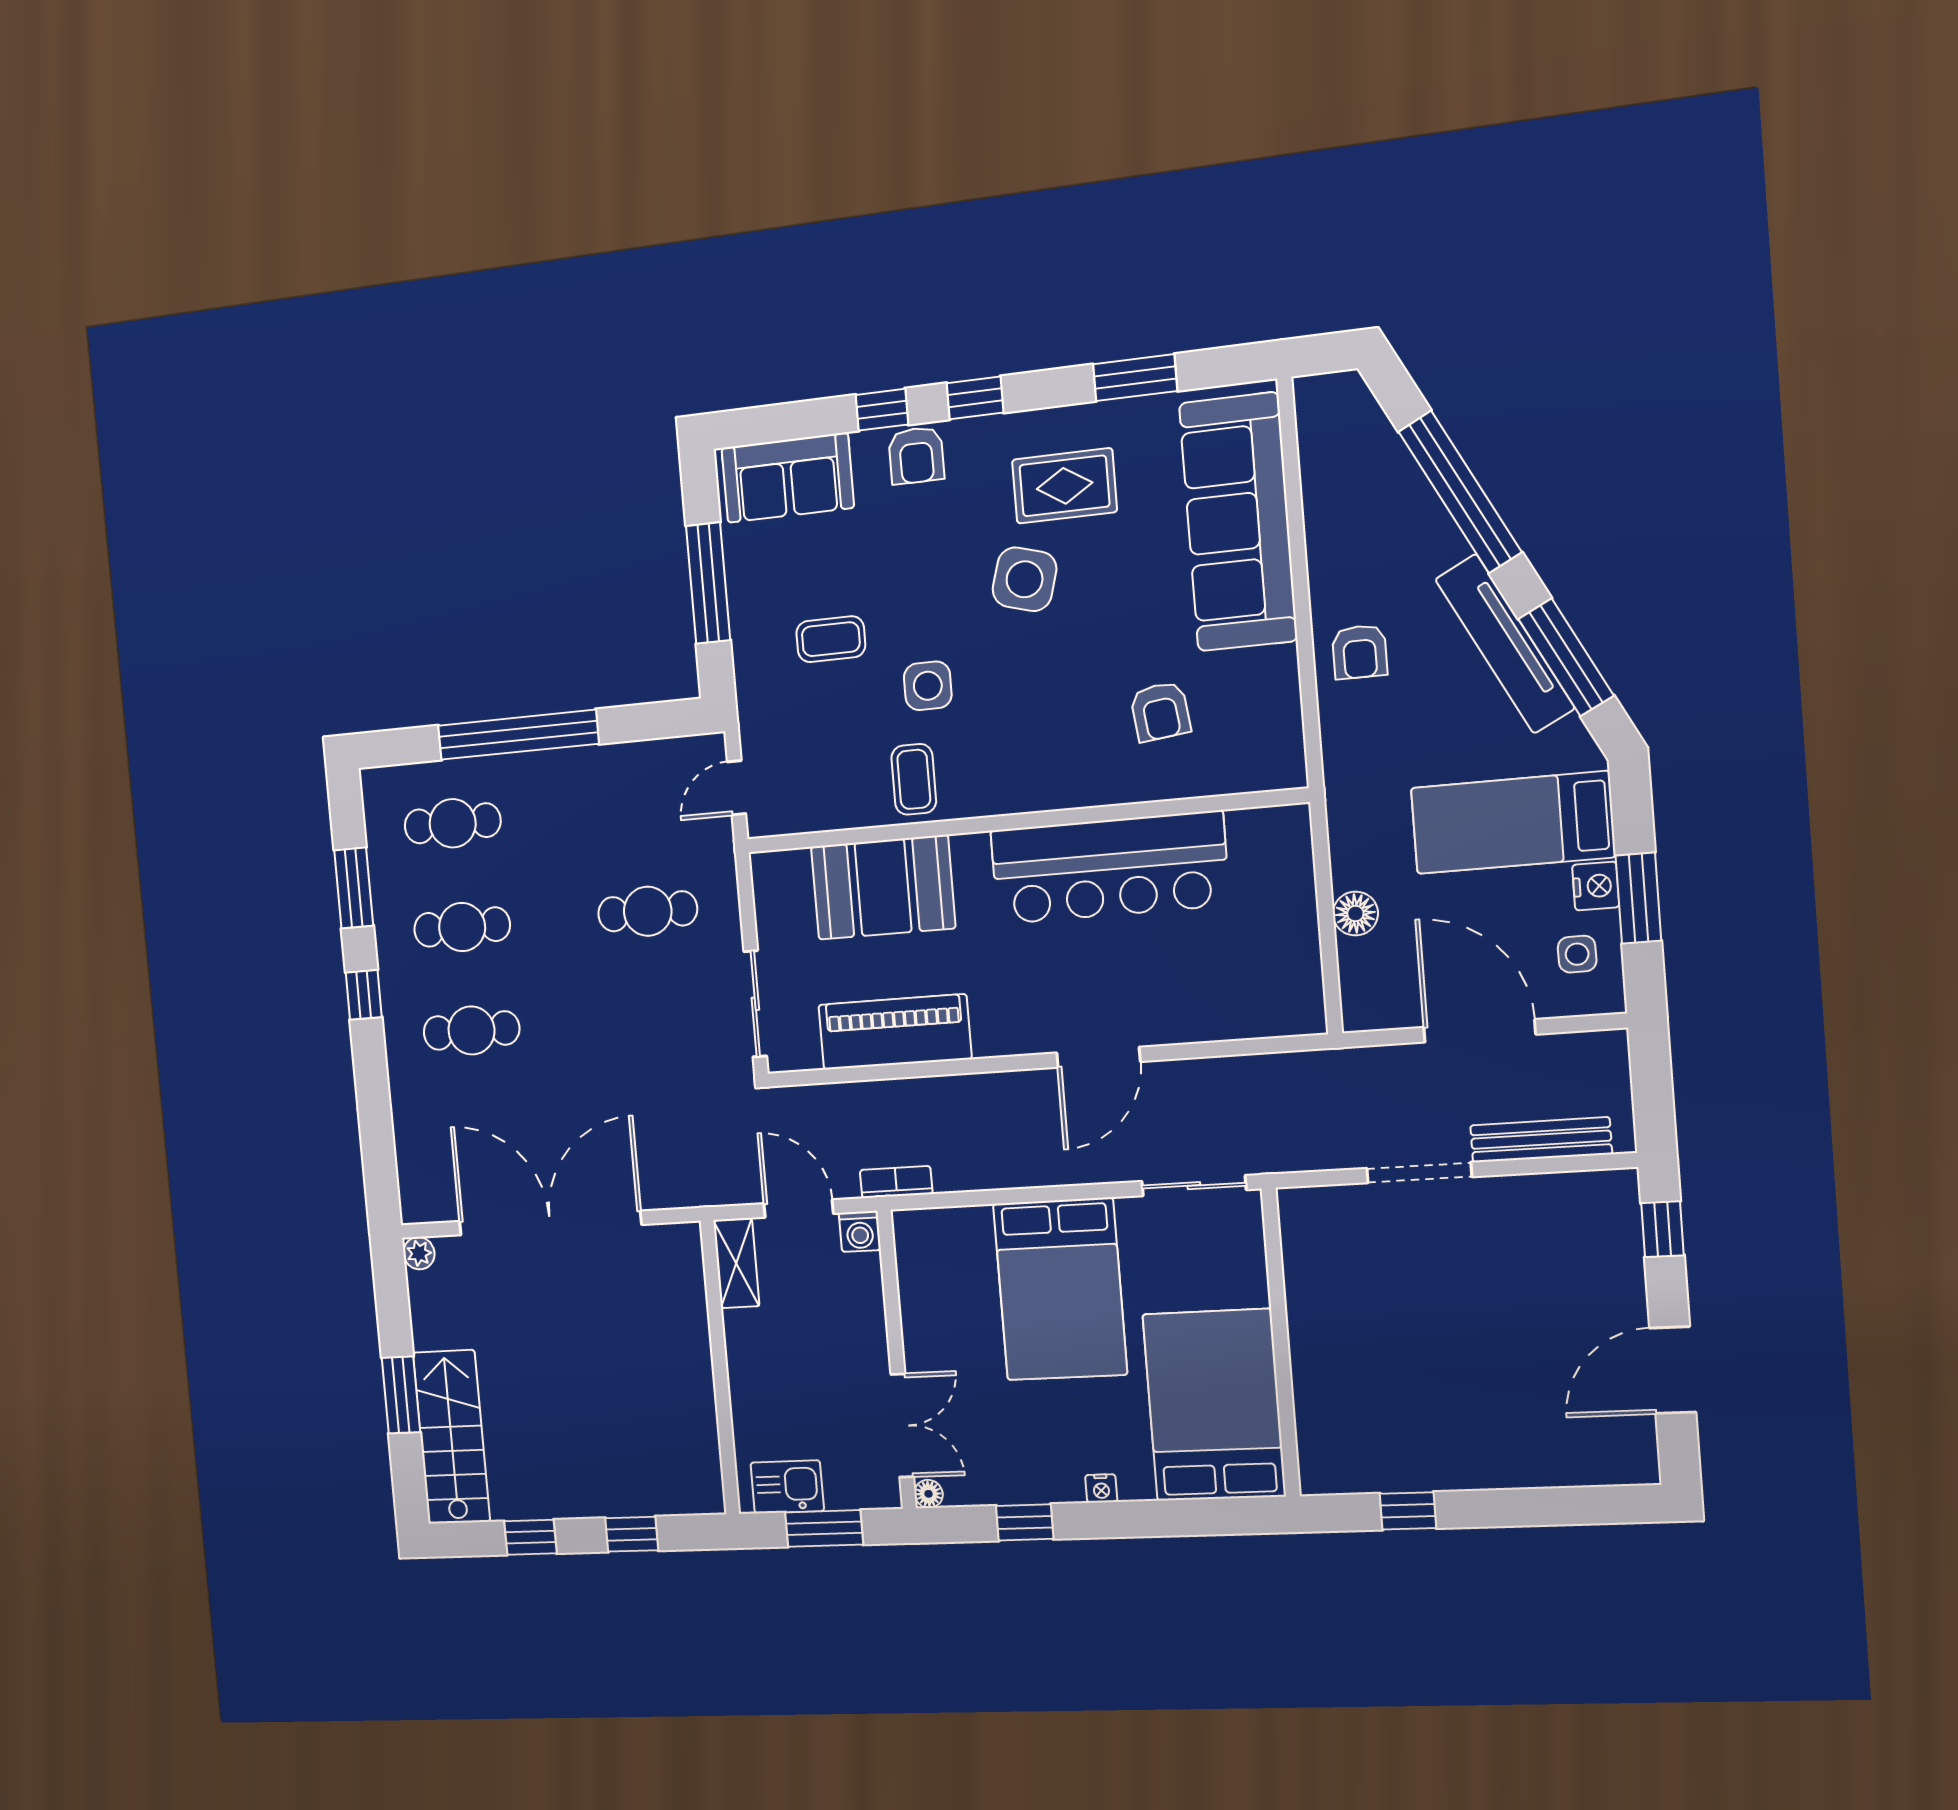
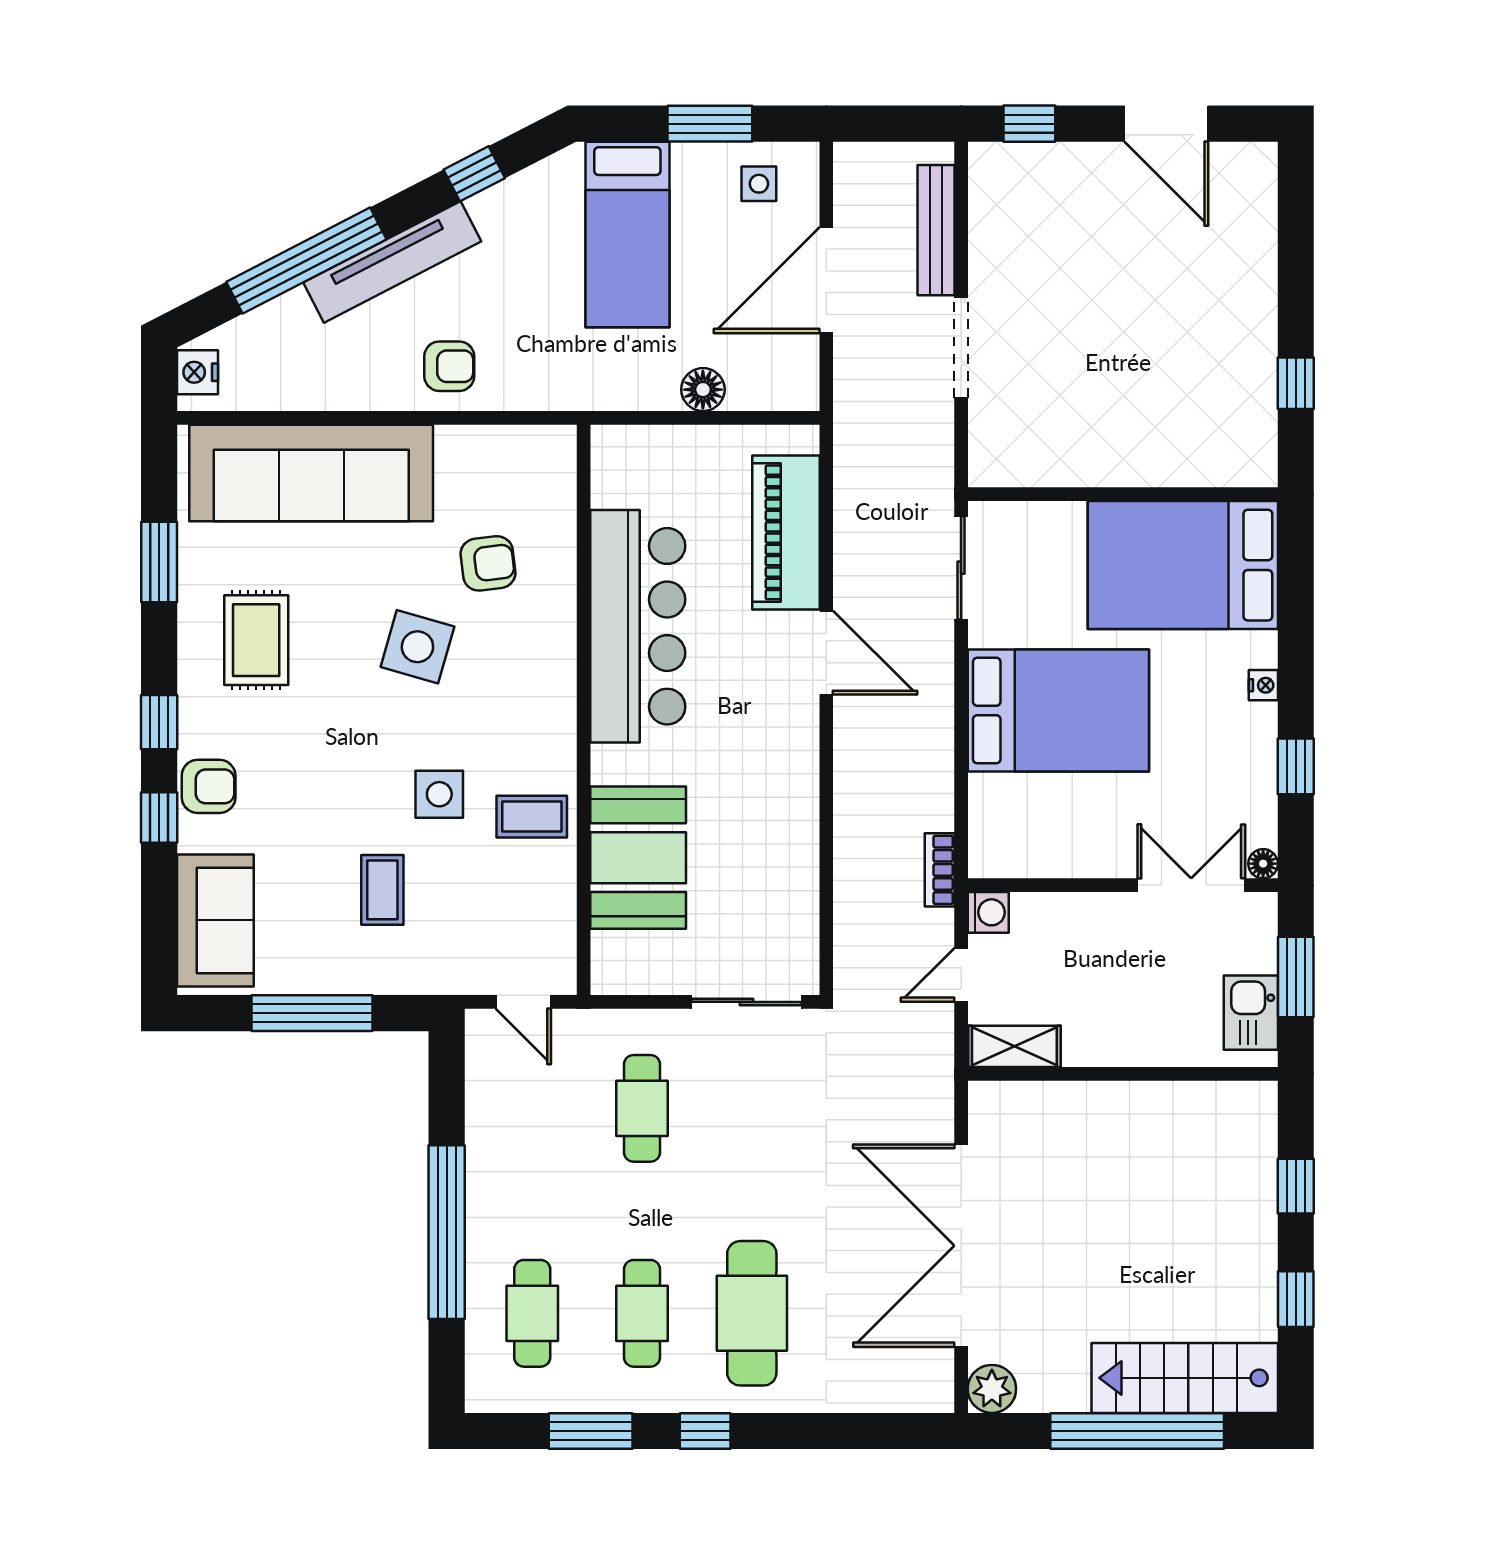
side table: (1025, 579) -> (417, 647), moved
tv unit: (1505, 644) -> (392, 262), moved
window: (1566, 657) -> (474, 174), width x0.46
nightstand: (1596, 886) -> (197, 372), moved, turned -90
cafe table: (472, 1030) -> (752, 1313), width x1.37, depth x1.35
piano: (895, 1032) -> (786, 532), moved
door: (799, 1209) -> (961, 975), width x0.73
plant: (419, 1253) -> (992, 1389), width x1.38, depth x1.38
window: (401, 1395) -> (1137, 1431), width x2.11

